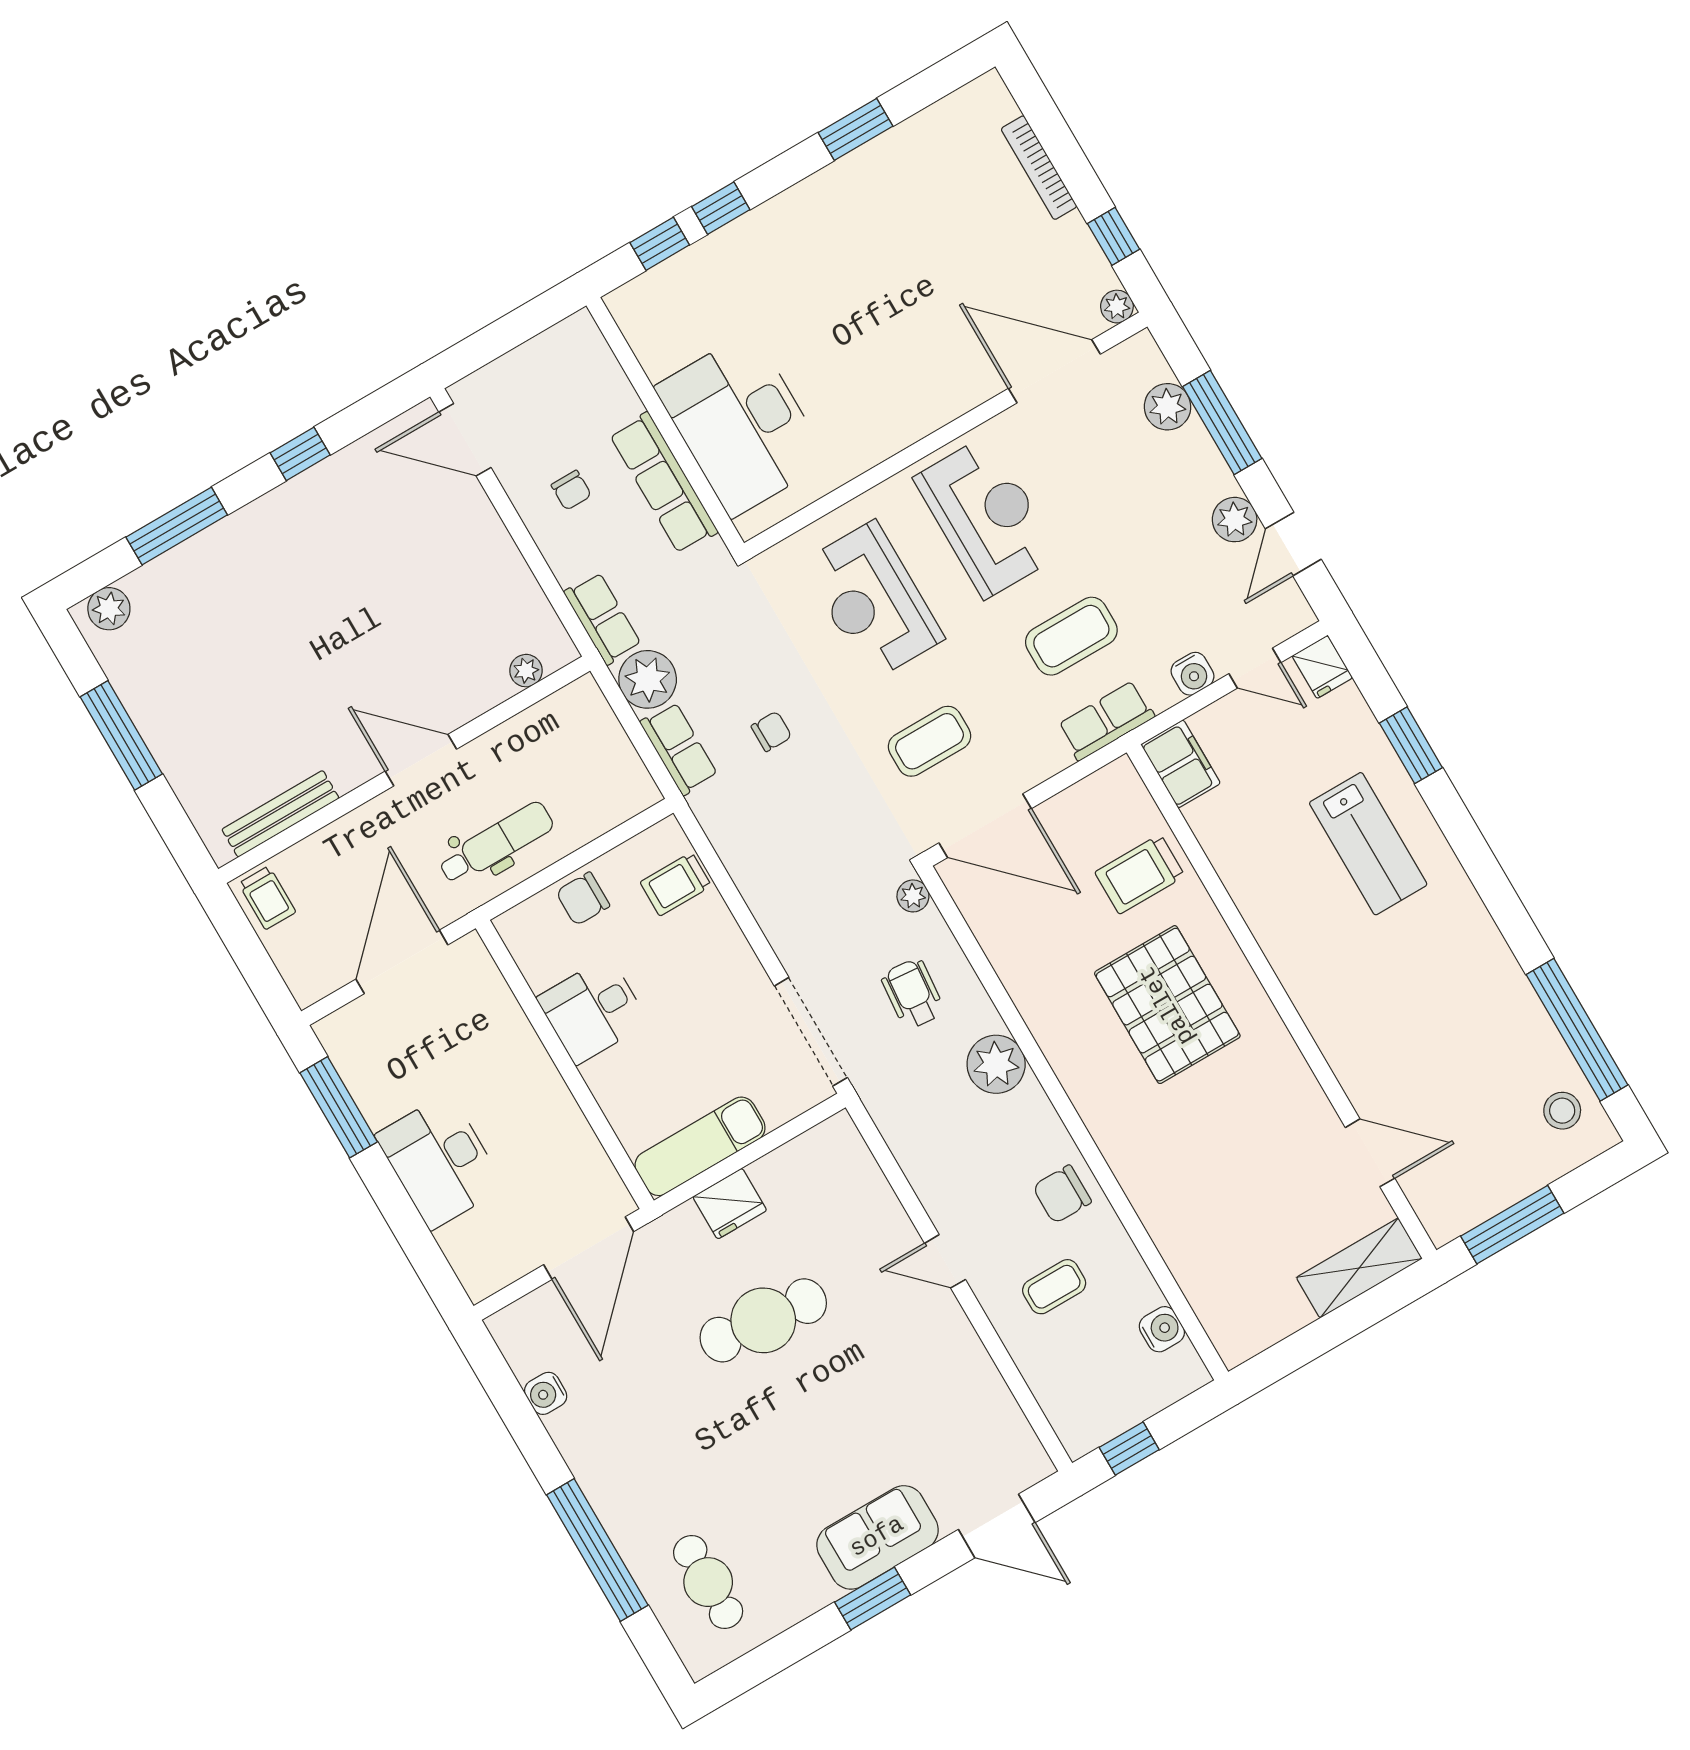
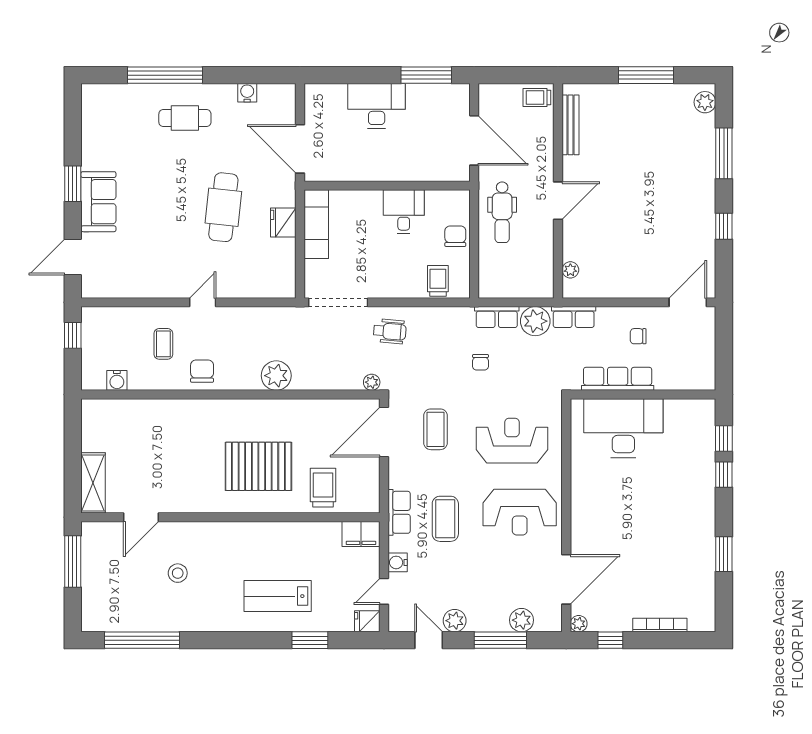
wheelchair: (913, 994) -> (390, 331), moved
stool: (1562, 1111) -> (178, 573), moved
cafe table: (708, 1582) -> (185, 118), moved

